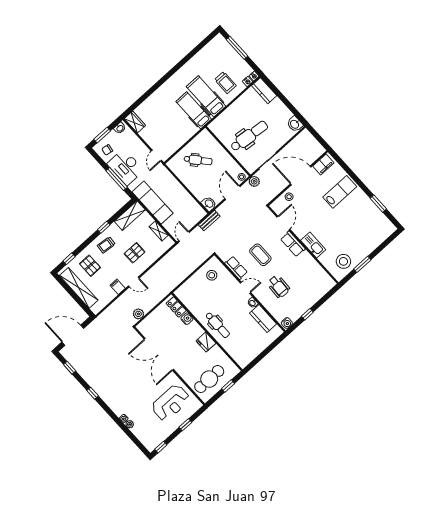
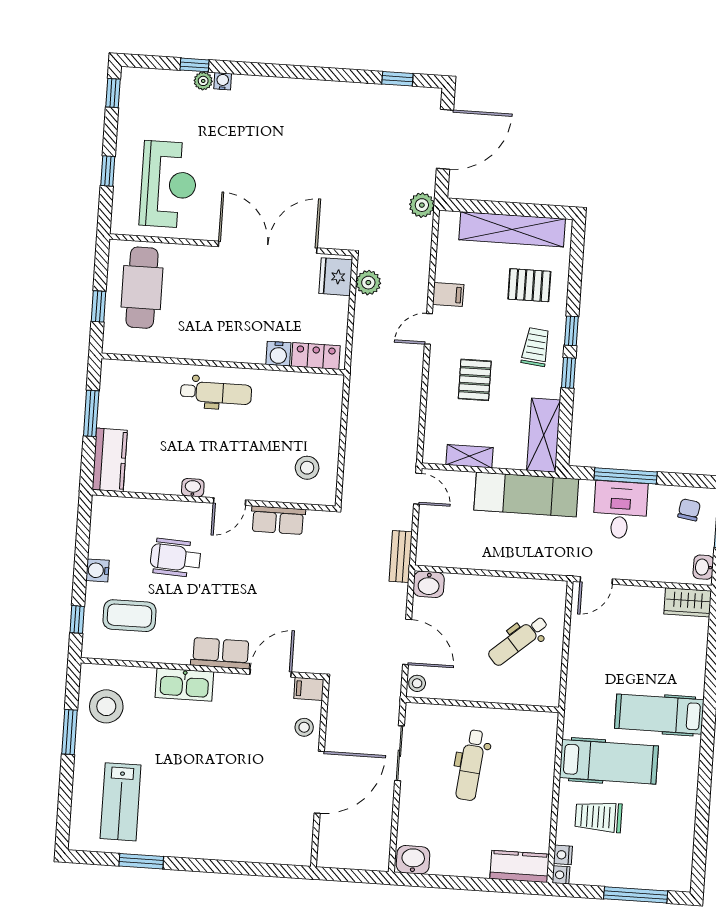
hospital bed: (194, 110) -> (659, 714), moved, turned 180
dental chair: (249, 136) -> (471, 765), width x0.73, depth x0.72
door: (156, 156) -> (596, 580), swing flipped
filing cabinet: (323, 164) -> (309, 689), moved, width x0.50
desk: (126, 167) -> (620, 510), width x0.73
plant: (254, 181) -> (422, 205), moved
lab bench: (340, 192) -> (121, 802), moved
door: (283, 223) -> (271, 673), swing flipped
coffee table: (260, 255) -> (130, 616), moved
window: (69, 259) -> (571, 331), moved
window: (307, 314) -> (77, 619), moved
kitchen counter: (263, 319) -> (110, 460), moved, turned 90
water cooler: (287, 323) -> (98, 570), moved
dental chair: (218, 325) -> (216, 393), turned 180
fridge: (206, 342) -> (336, 277), moved, turned -90
window: (262, 355) -> (91, 413), added
window: (93, 393) -> (194, 65), moved
reception desk: (171, 403) -> (169, 184), turned 180

